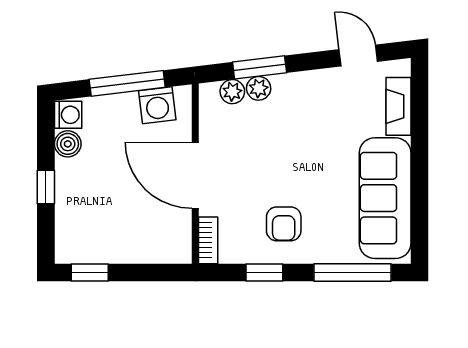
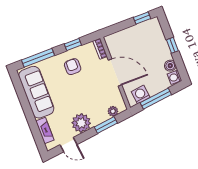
plant: (259, 88) -> (81, 123), moved, width x1.88, depth x1.88

